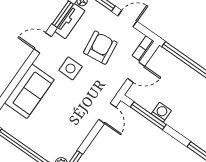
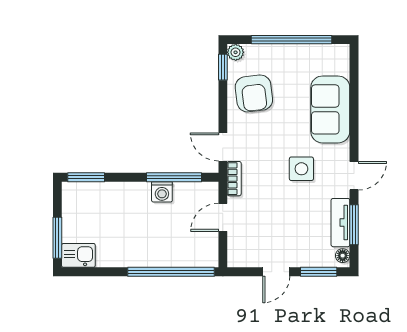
armchair: (100, 48) -> (254, 93), moved
bookcase: (143, 49) -> (234, 179), moved

